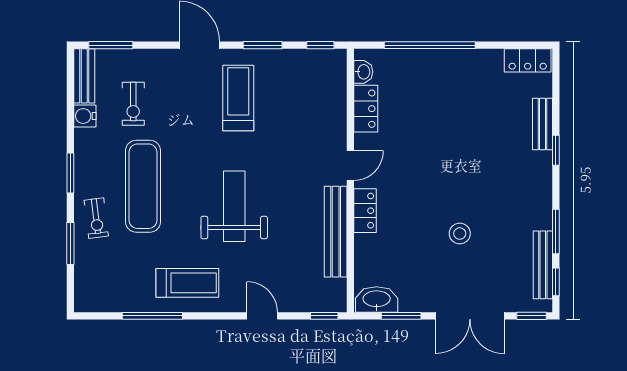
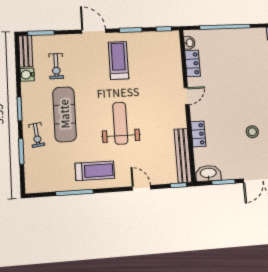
locker: (365, 211) -> (198, 134), moved
bench: (336, 232) -> (183, 155), moved

